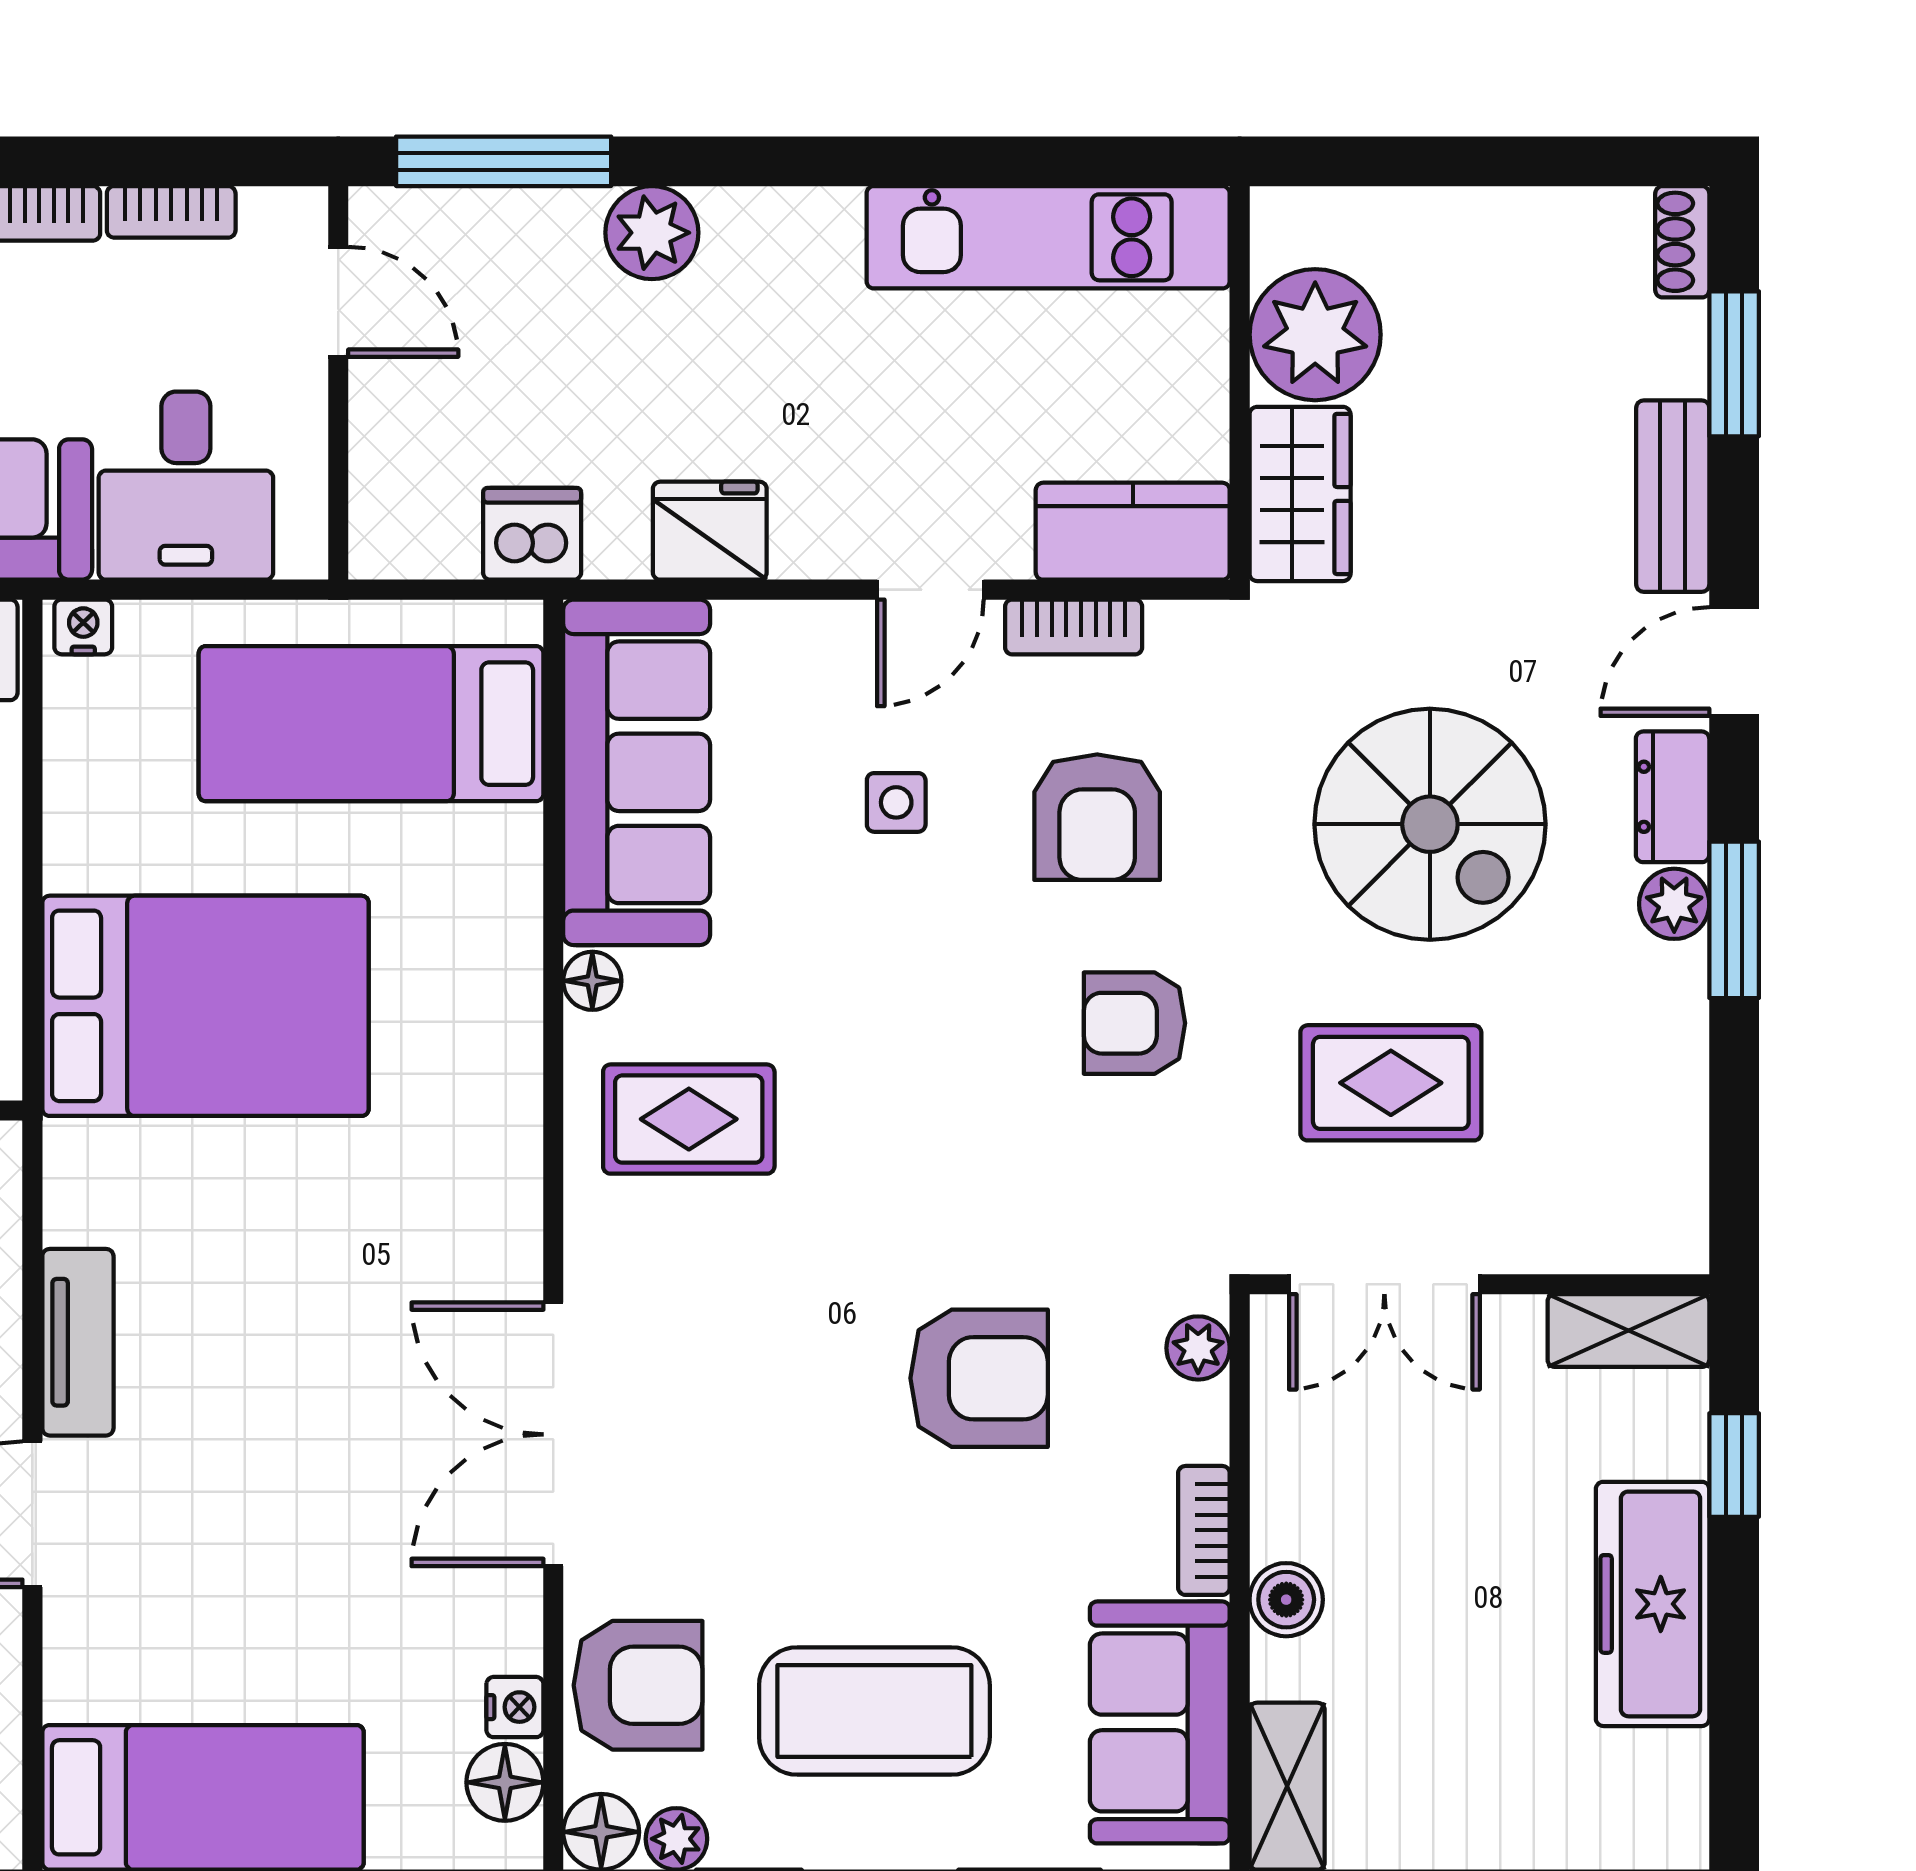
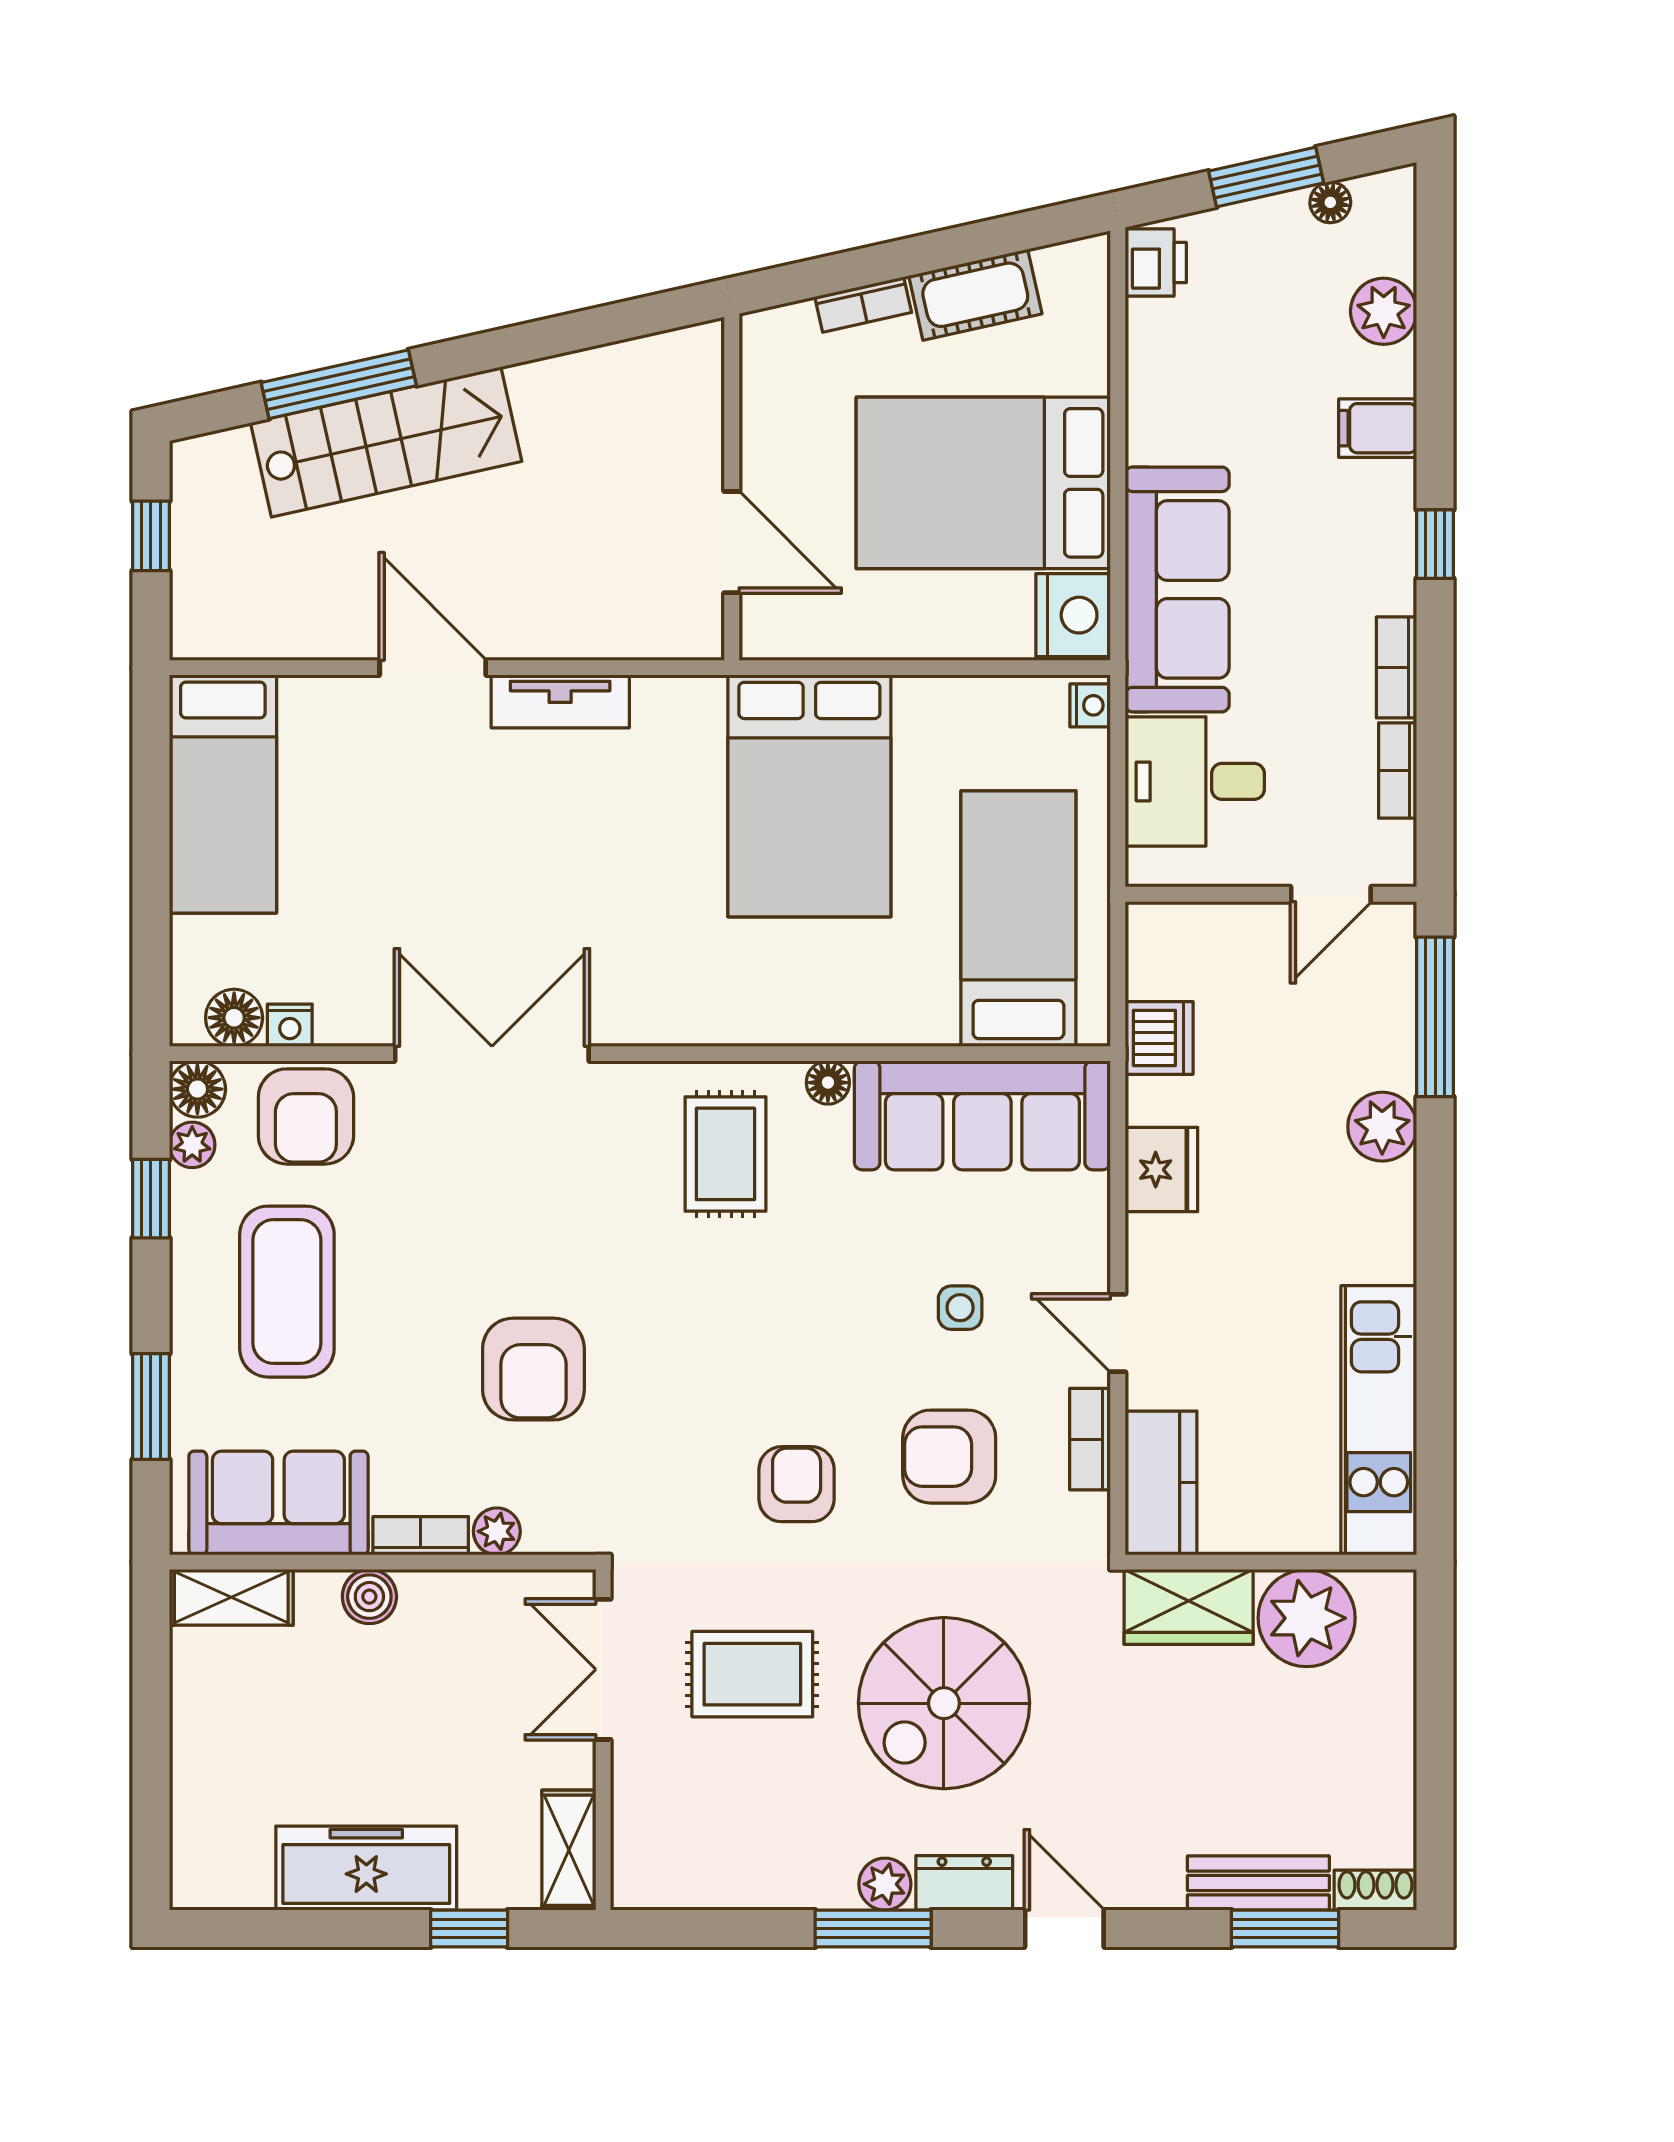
bench: (1673, 496) -> (1258, 1883), moved
rug: (1391, 1083) -> (752, 1674), turned 90
plant: (1198, 1348) -> (497, 1531), moved

